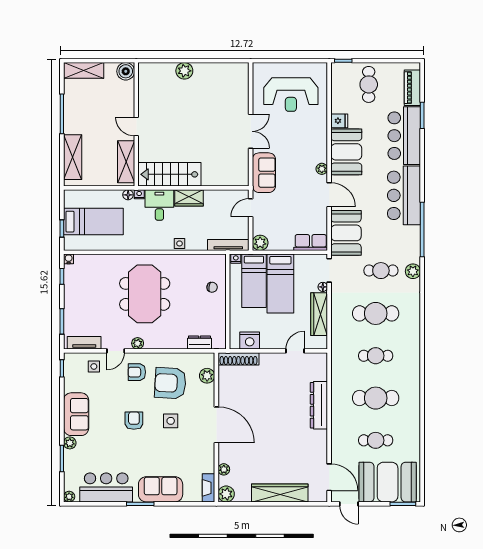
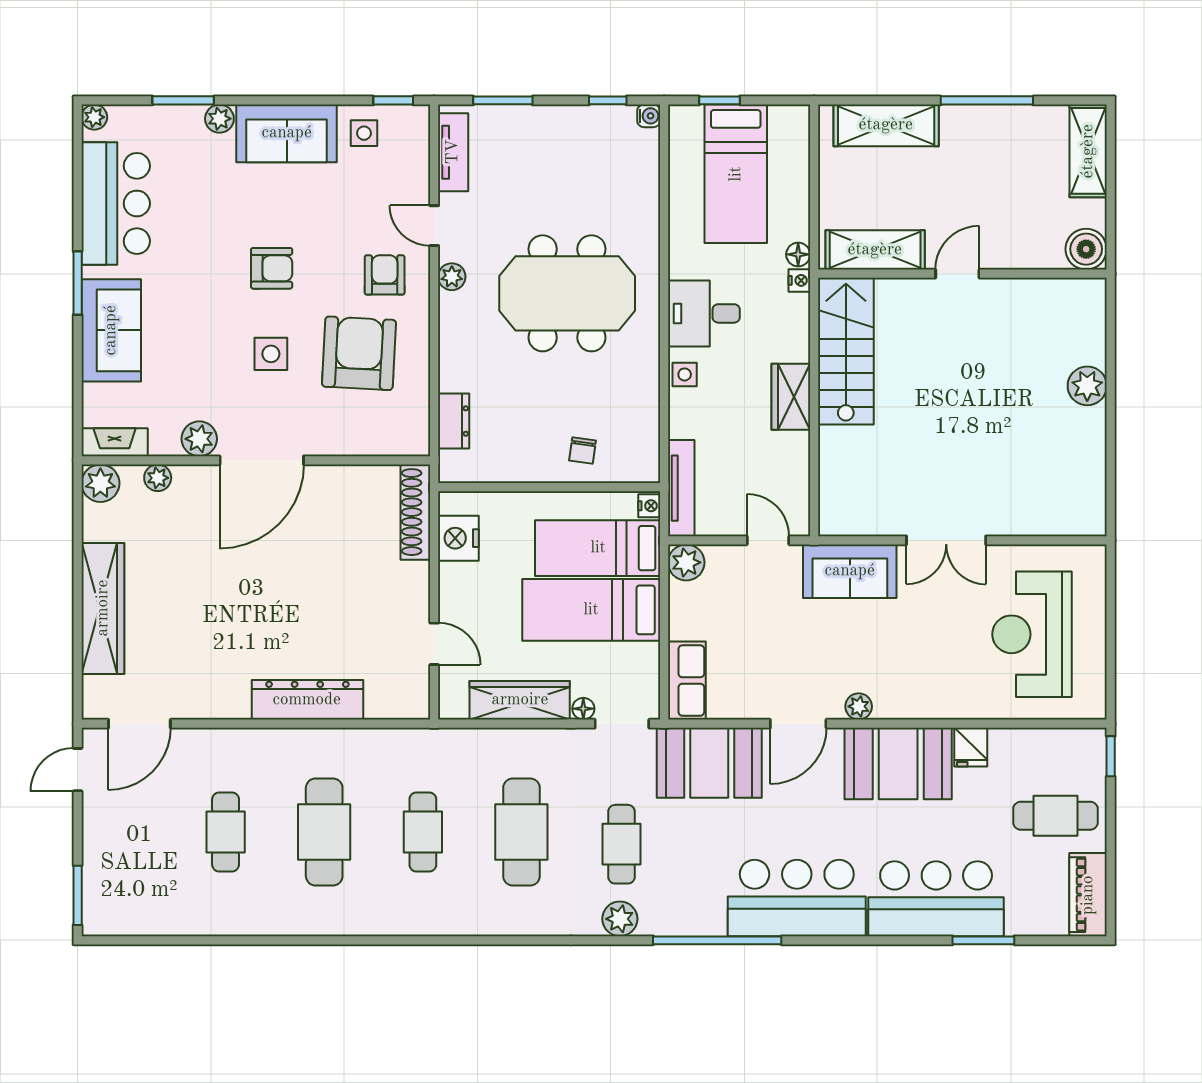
piano: (412, 88) -> (1088, 895), moved, turned -90
desk: (159, 205) -> (704, 313), moved, turned 180
side table: (94, 366) -> (364, 133), moved
plant: (207, 376) -> (199, 439), moved
booth: (388, 482) -> (128, 860), removed

